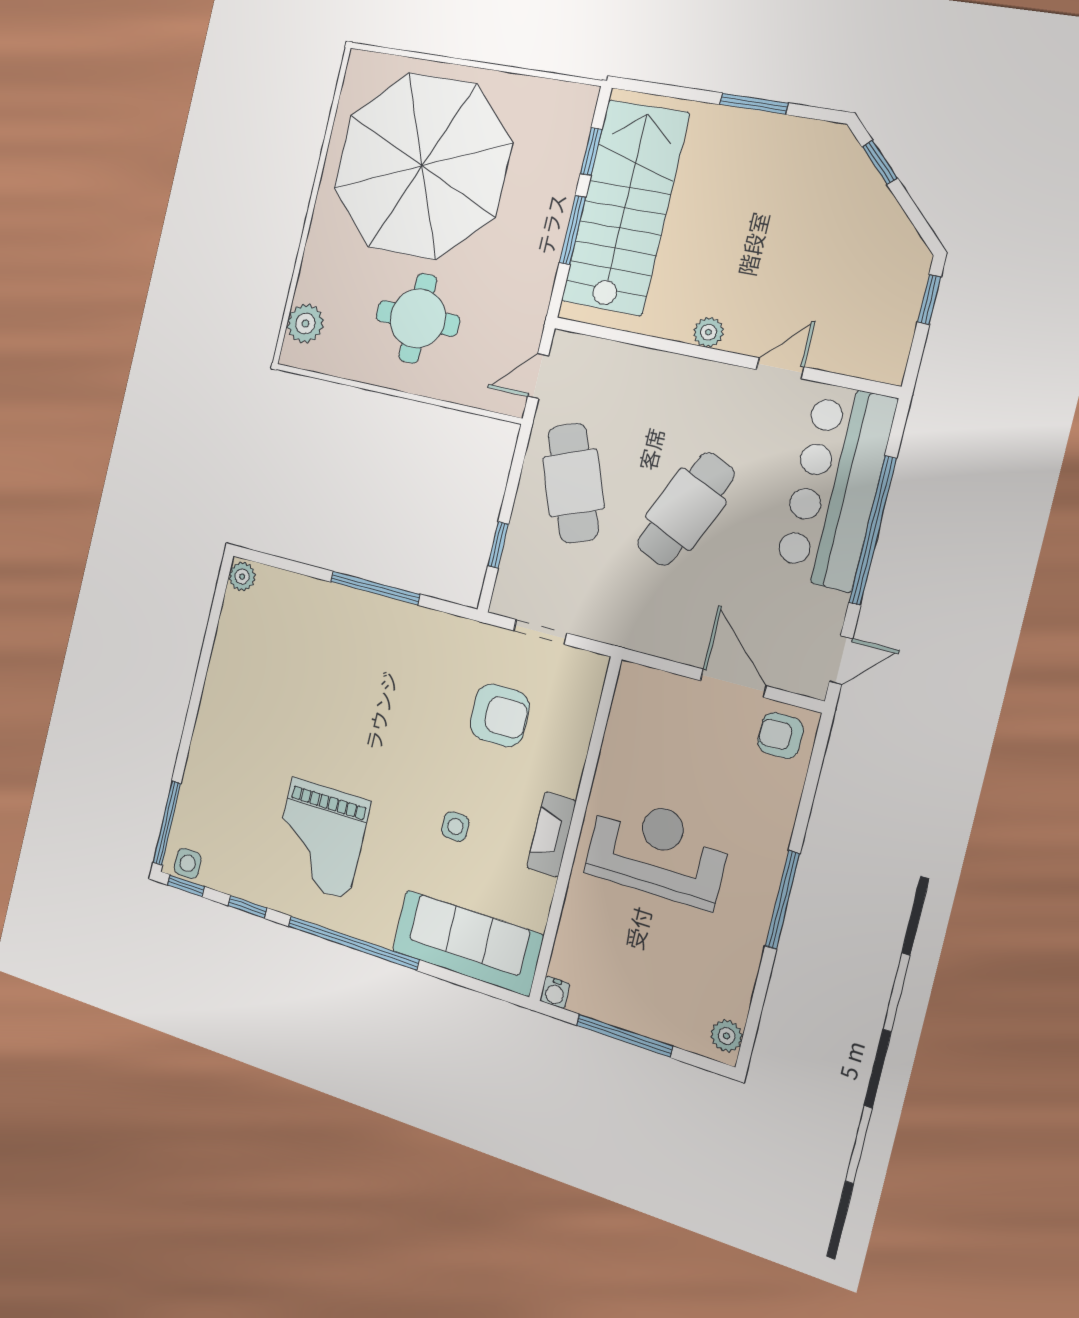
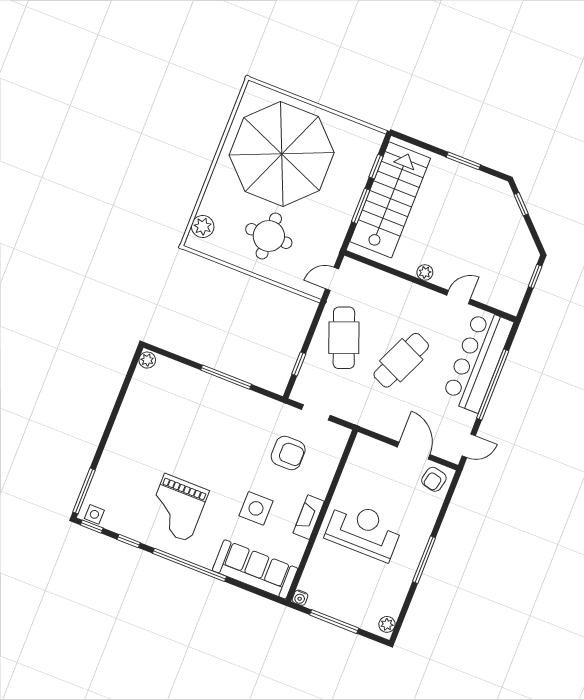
armchair: (780, 736) -> (434, 479), turned -77
side table: (455, 826) -> (256, 508), width x1.87, depth x1.87

